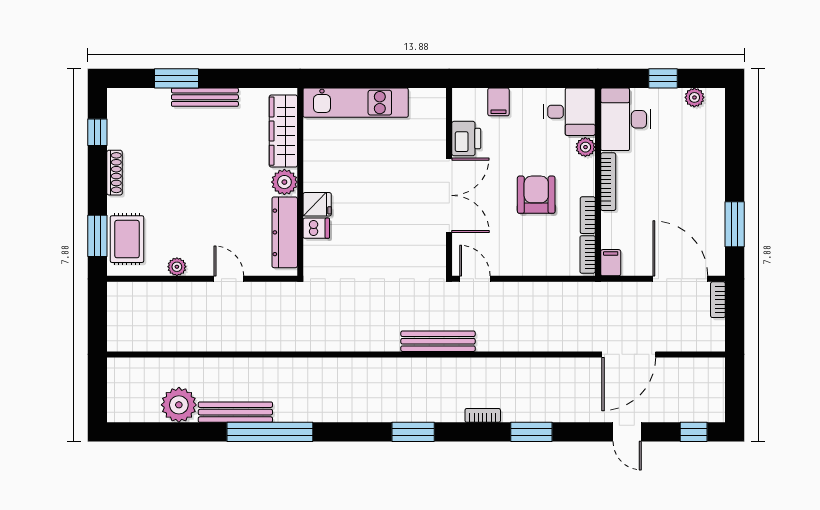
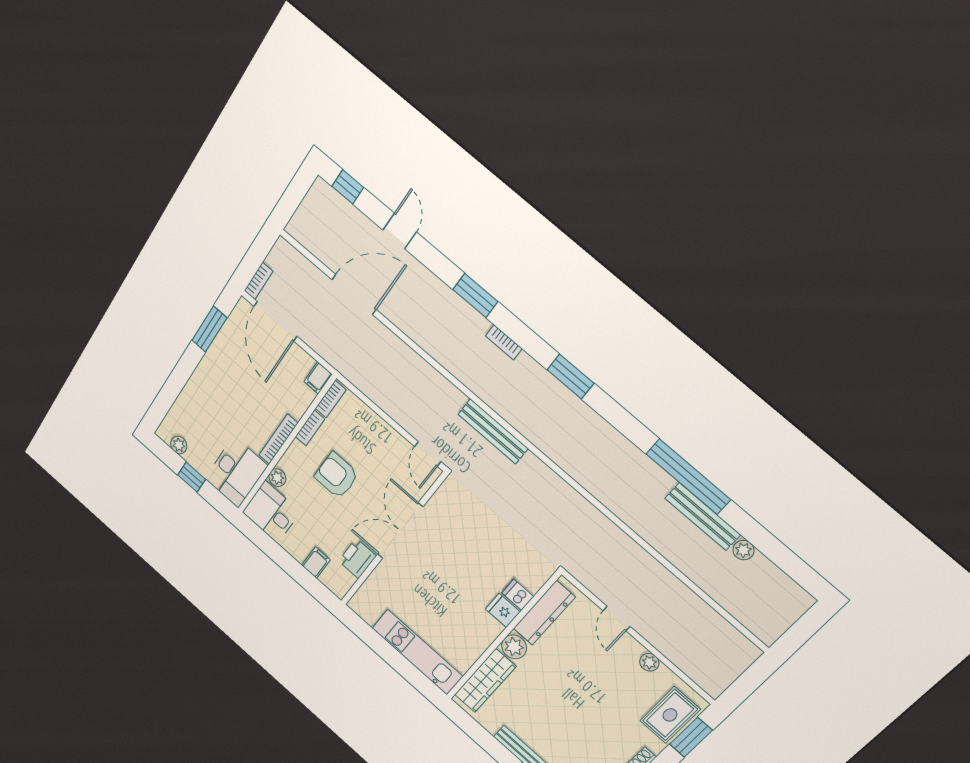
armchair: (536, 195) -> (337, 475), turned 90
plant: (179, 405) -> (743, 550), width x0.53, depth x0.53

